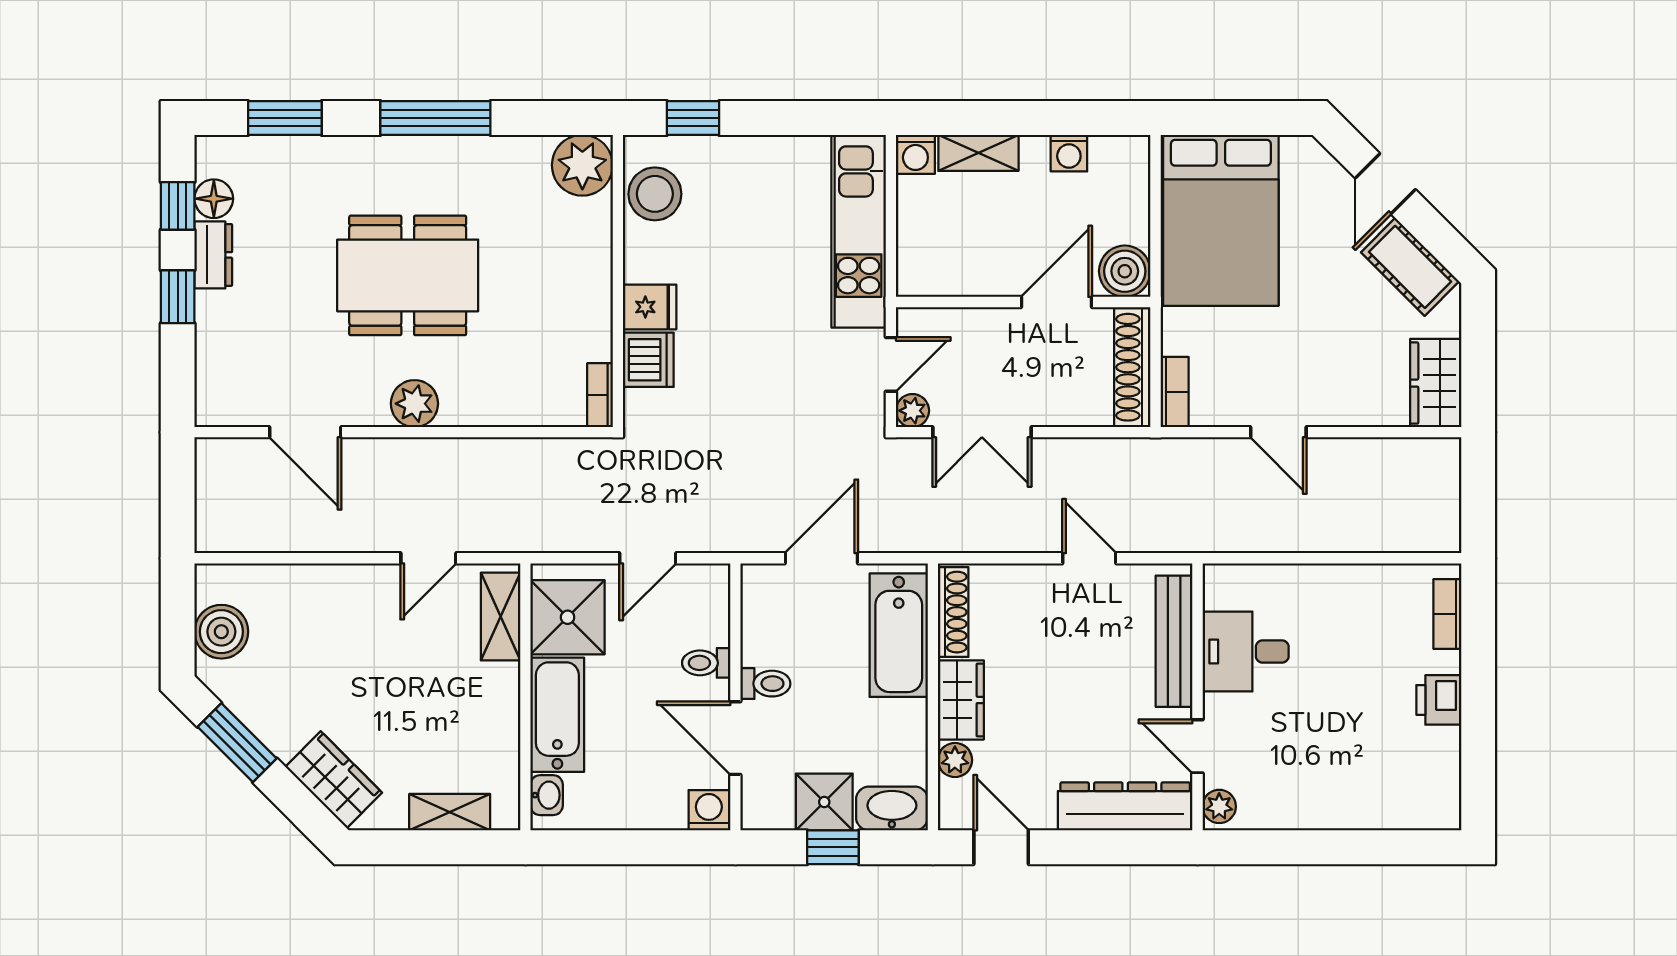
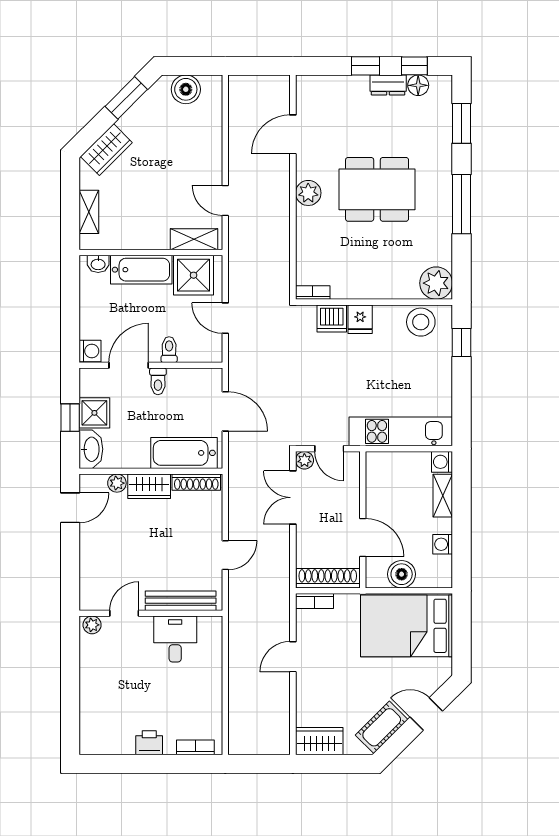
boiler: (1125, 271) -> (402, 574), moved
dining table: (408, 275) -> (377, 189), turned 90
dresser: (1125, 806) -> (92, 574), removed

